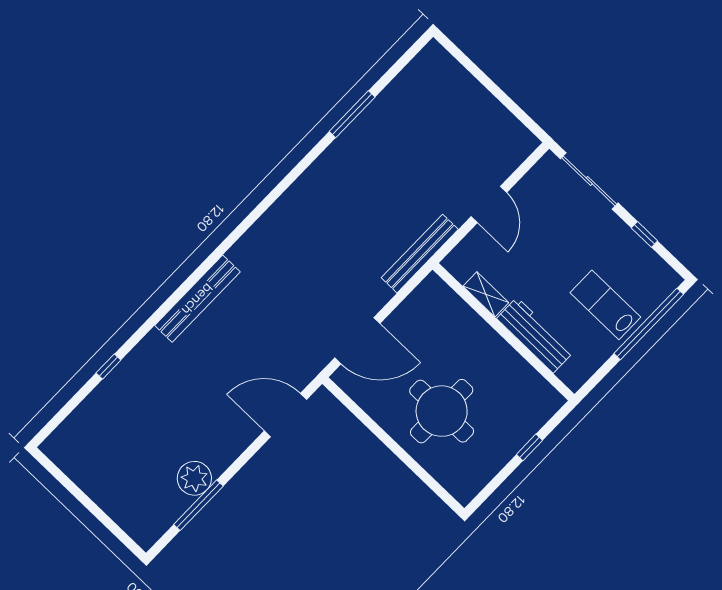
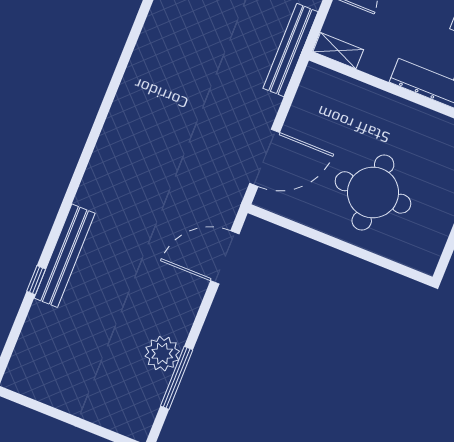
shelving: (486, 294) -> (338, 51), moved
bench: (197, 299) -> (65, 256), moved

